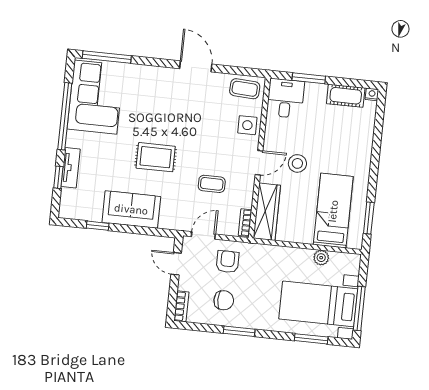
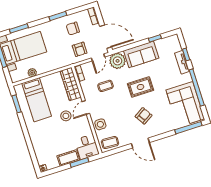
cot: (346, 96) -> (68, 158), moved
armchair: (171, 108) -> (144, 116), added
plant: (174, 216) -> (118, 61), added
door: (176, 264) -> (106, 37), width x1.88

